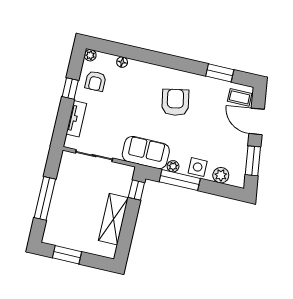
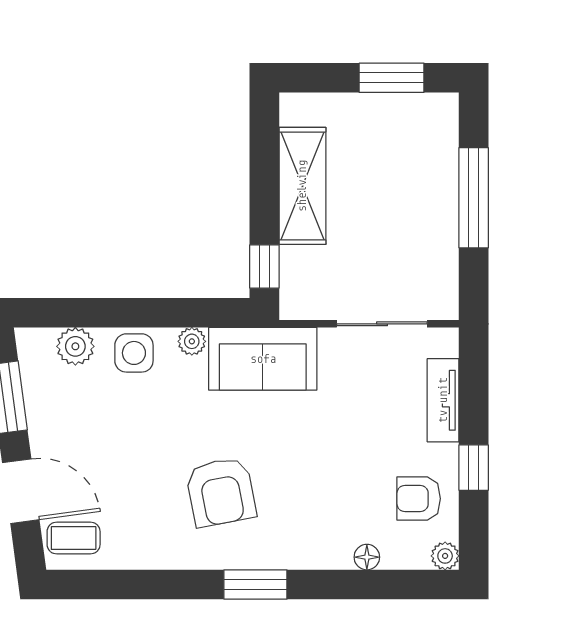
window: (220, 73) -> (255, 585), moved
armchair: (96, 81) -> (419, 499), turned -90
window: (180, 180) -> (169, 313), removed

